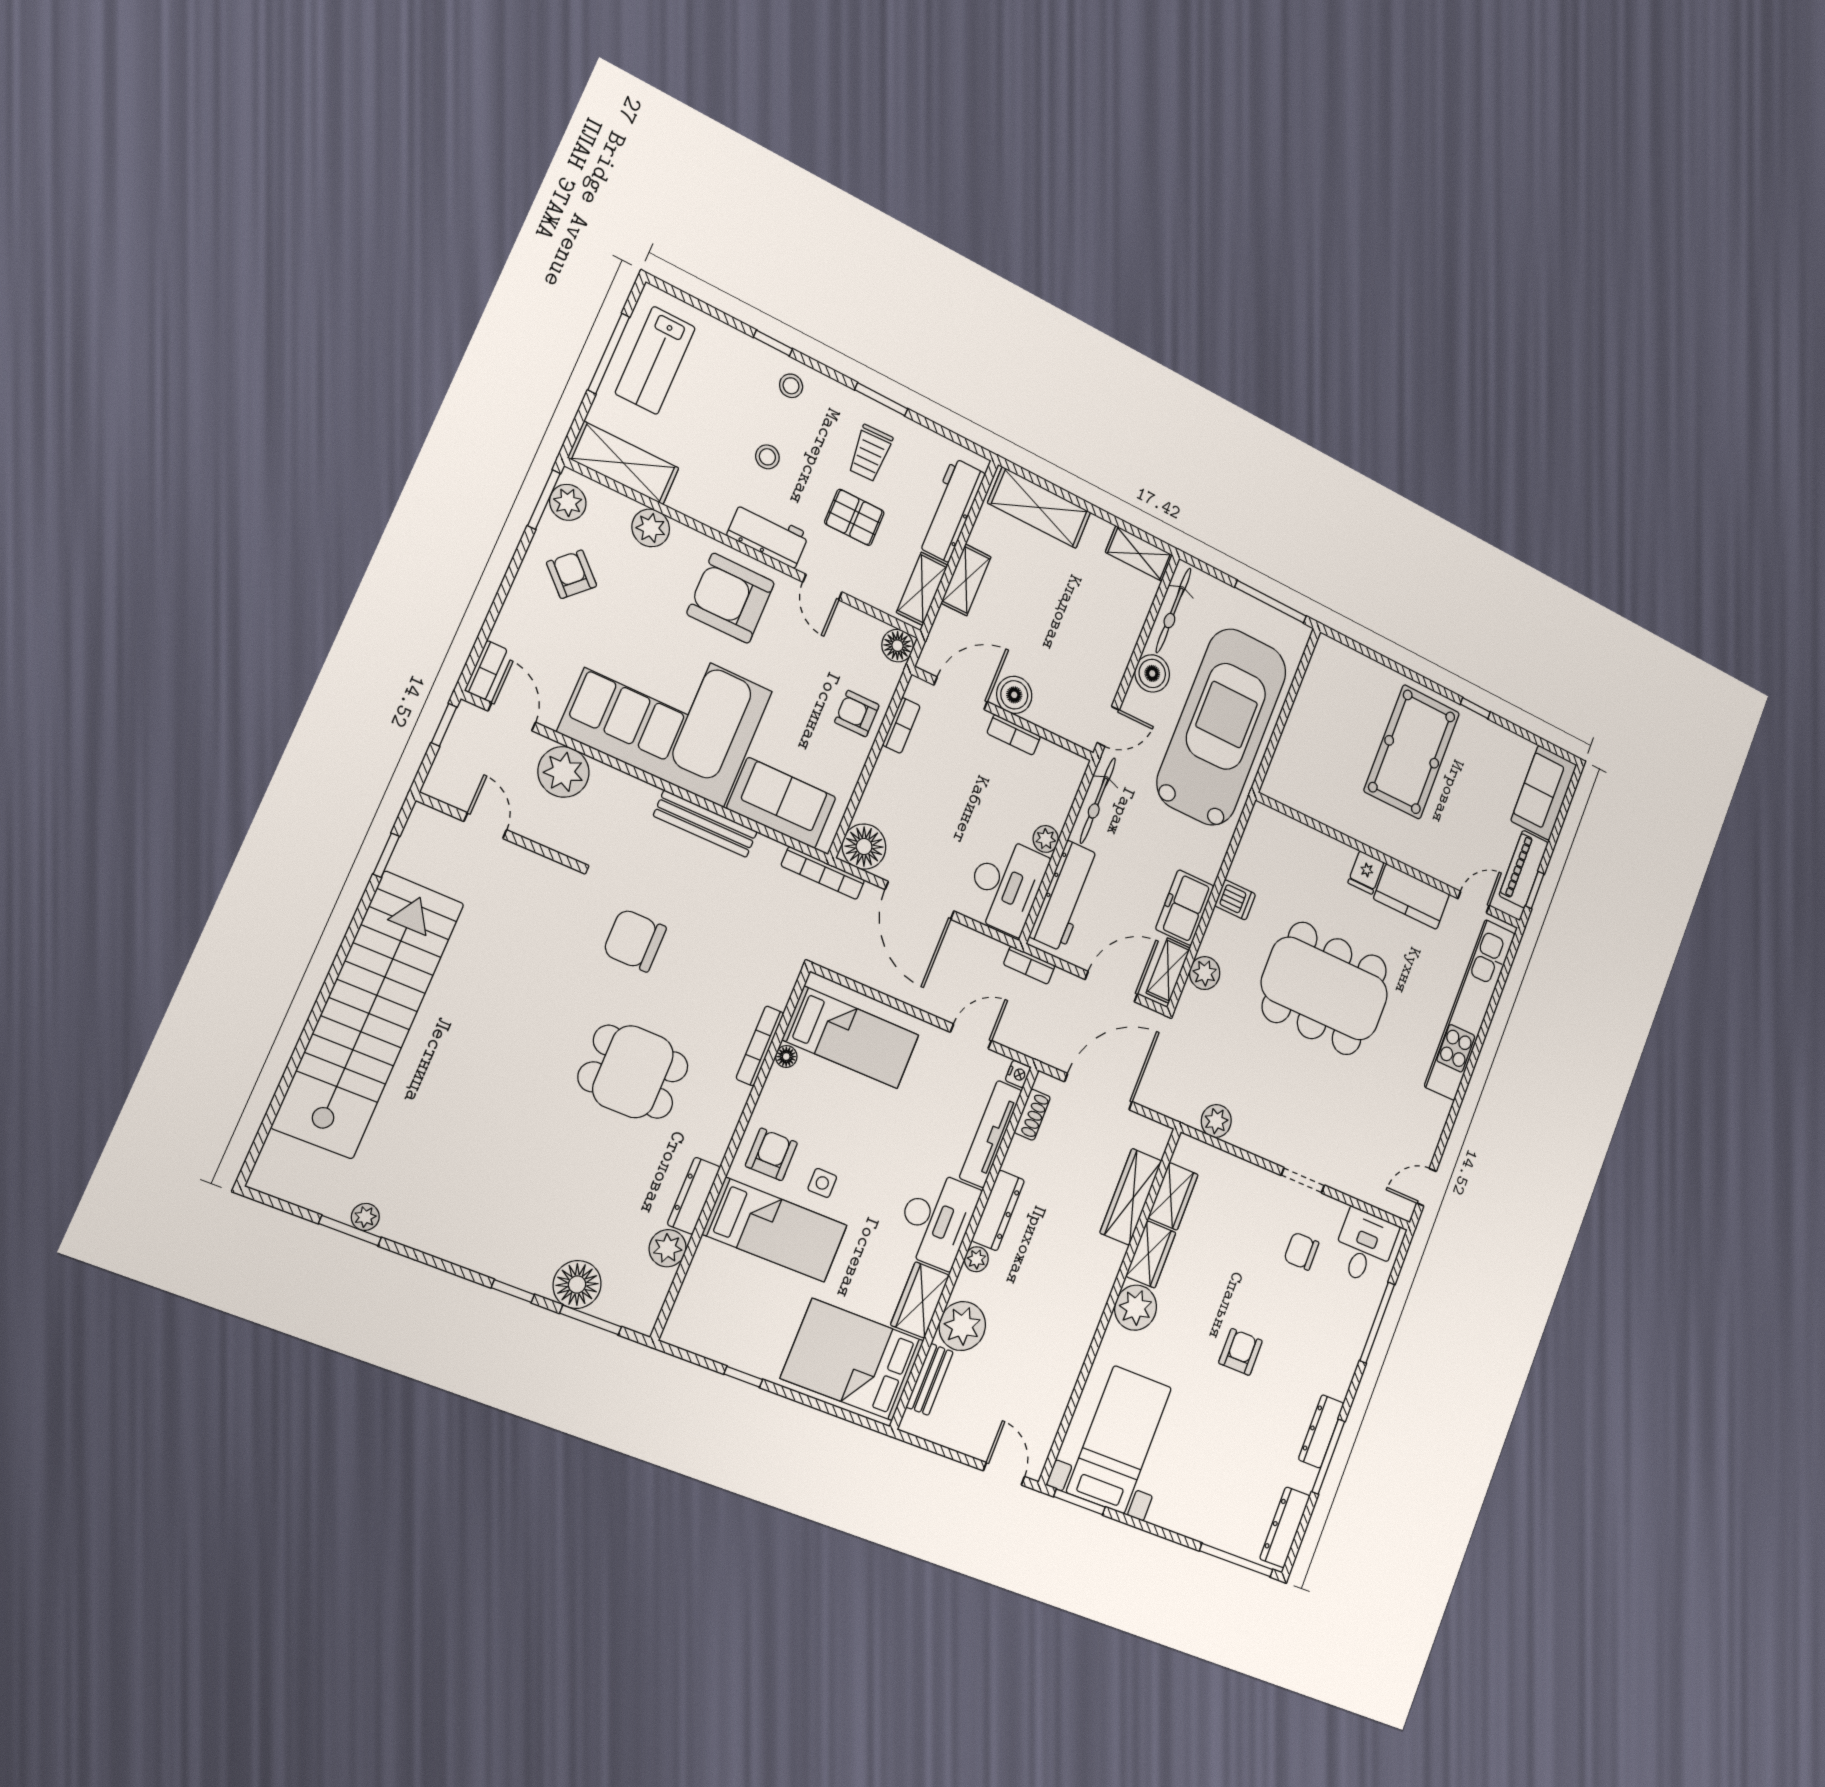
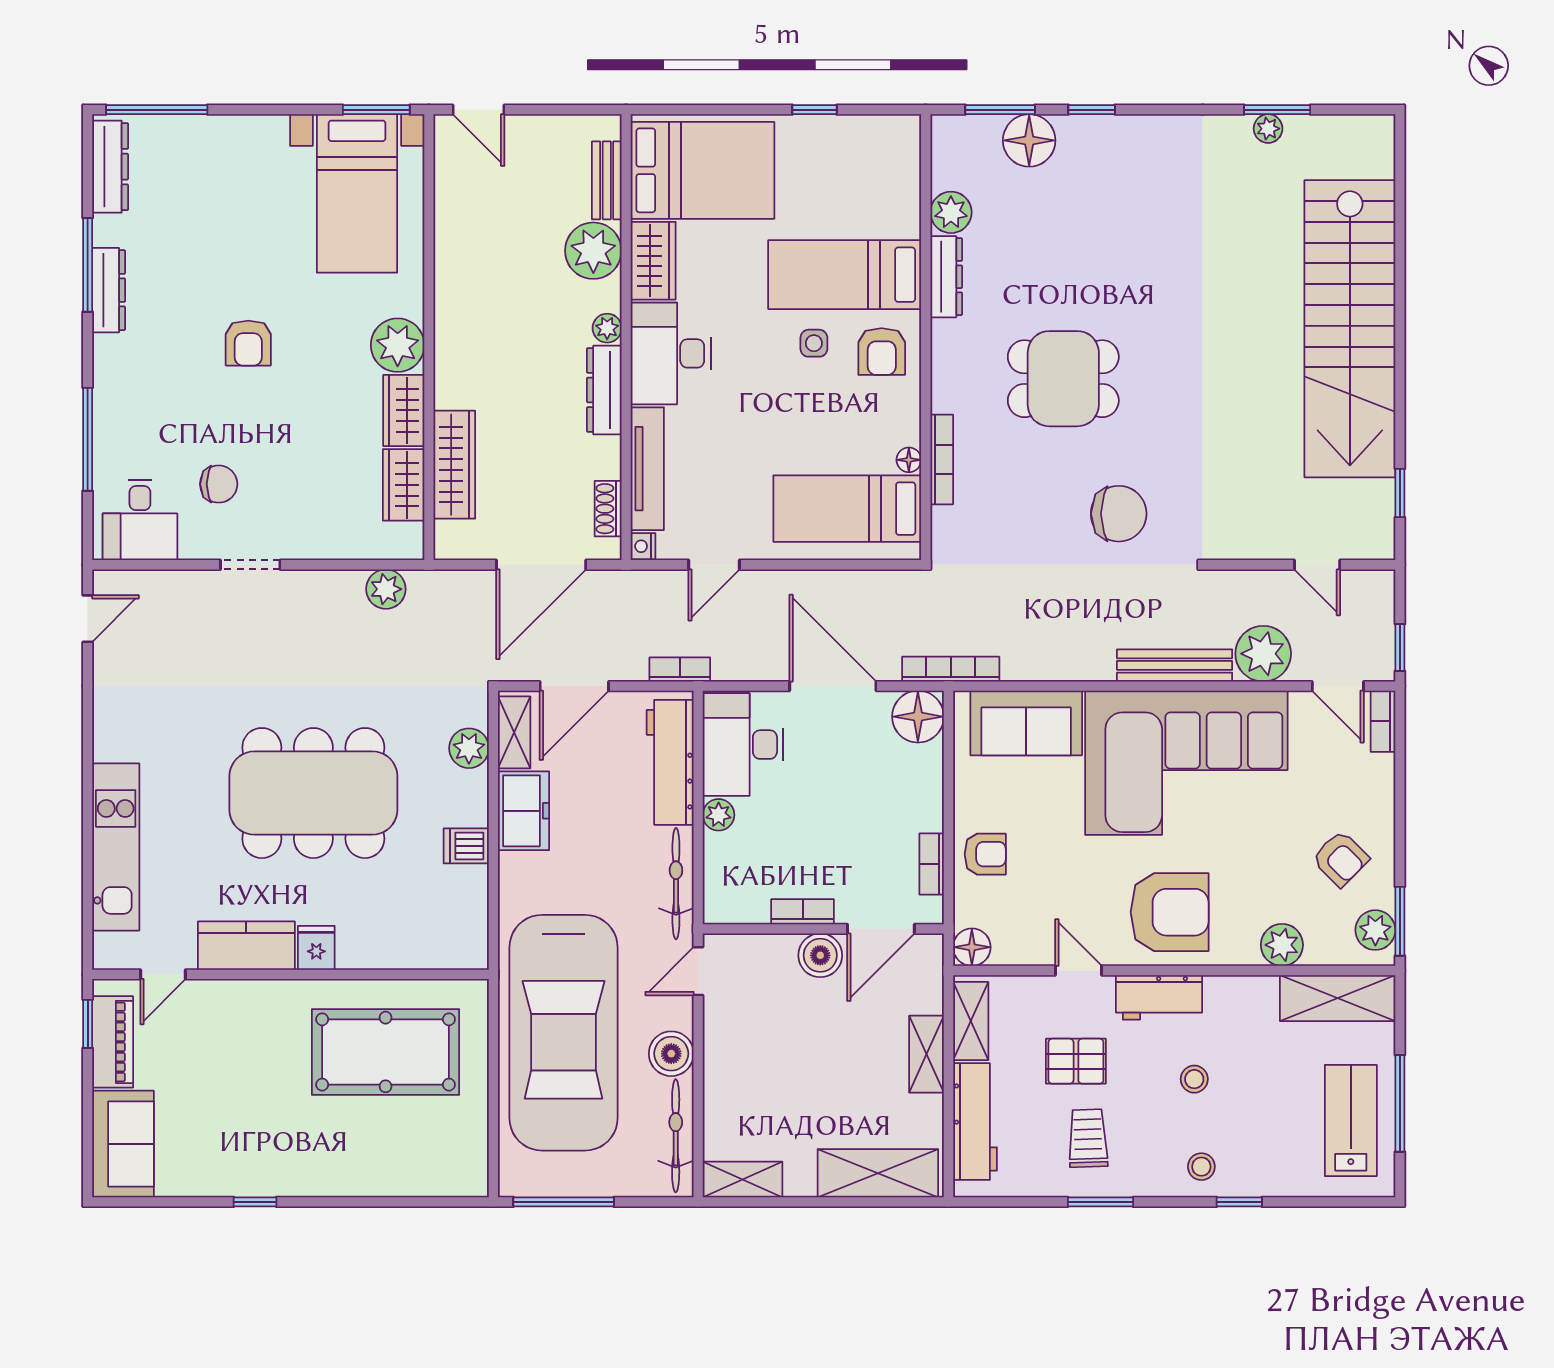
pool table: (1412, 752) -> (386, 1052), moved, turned 90
bench: (705, 824) -> (1175, 665), moved
kitchen unit: (1470, 1010) -> (116, 847), width x0.73

